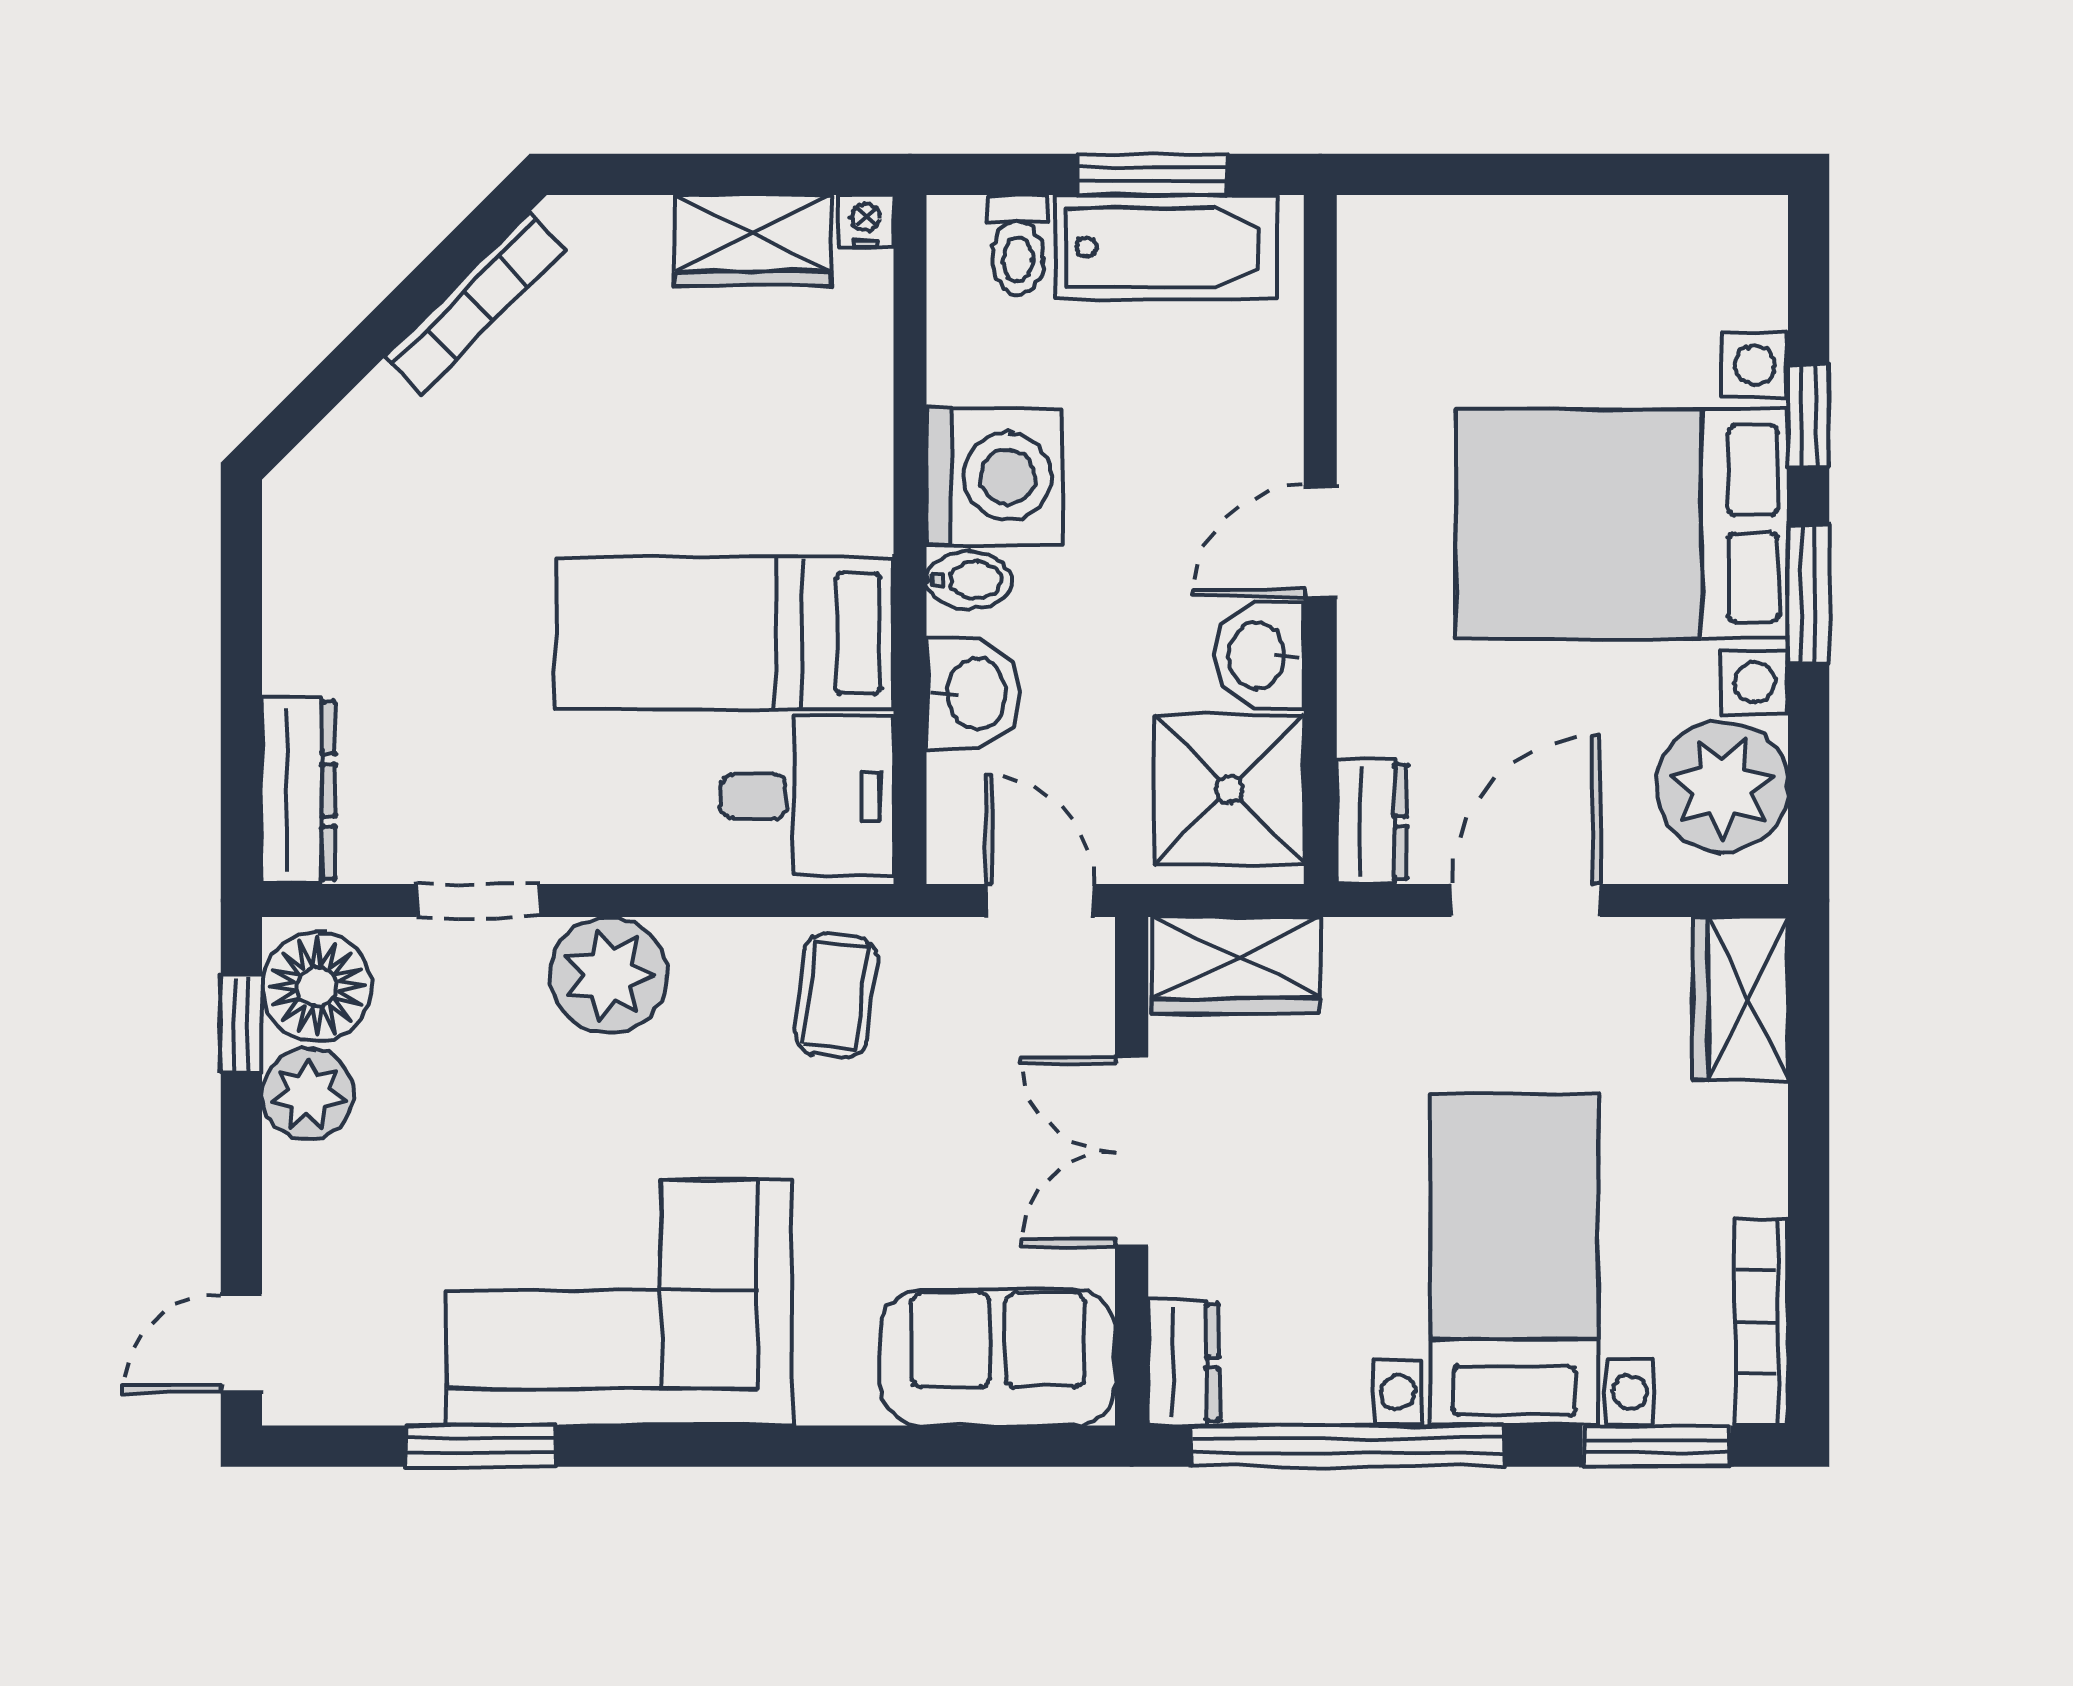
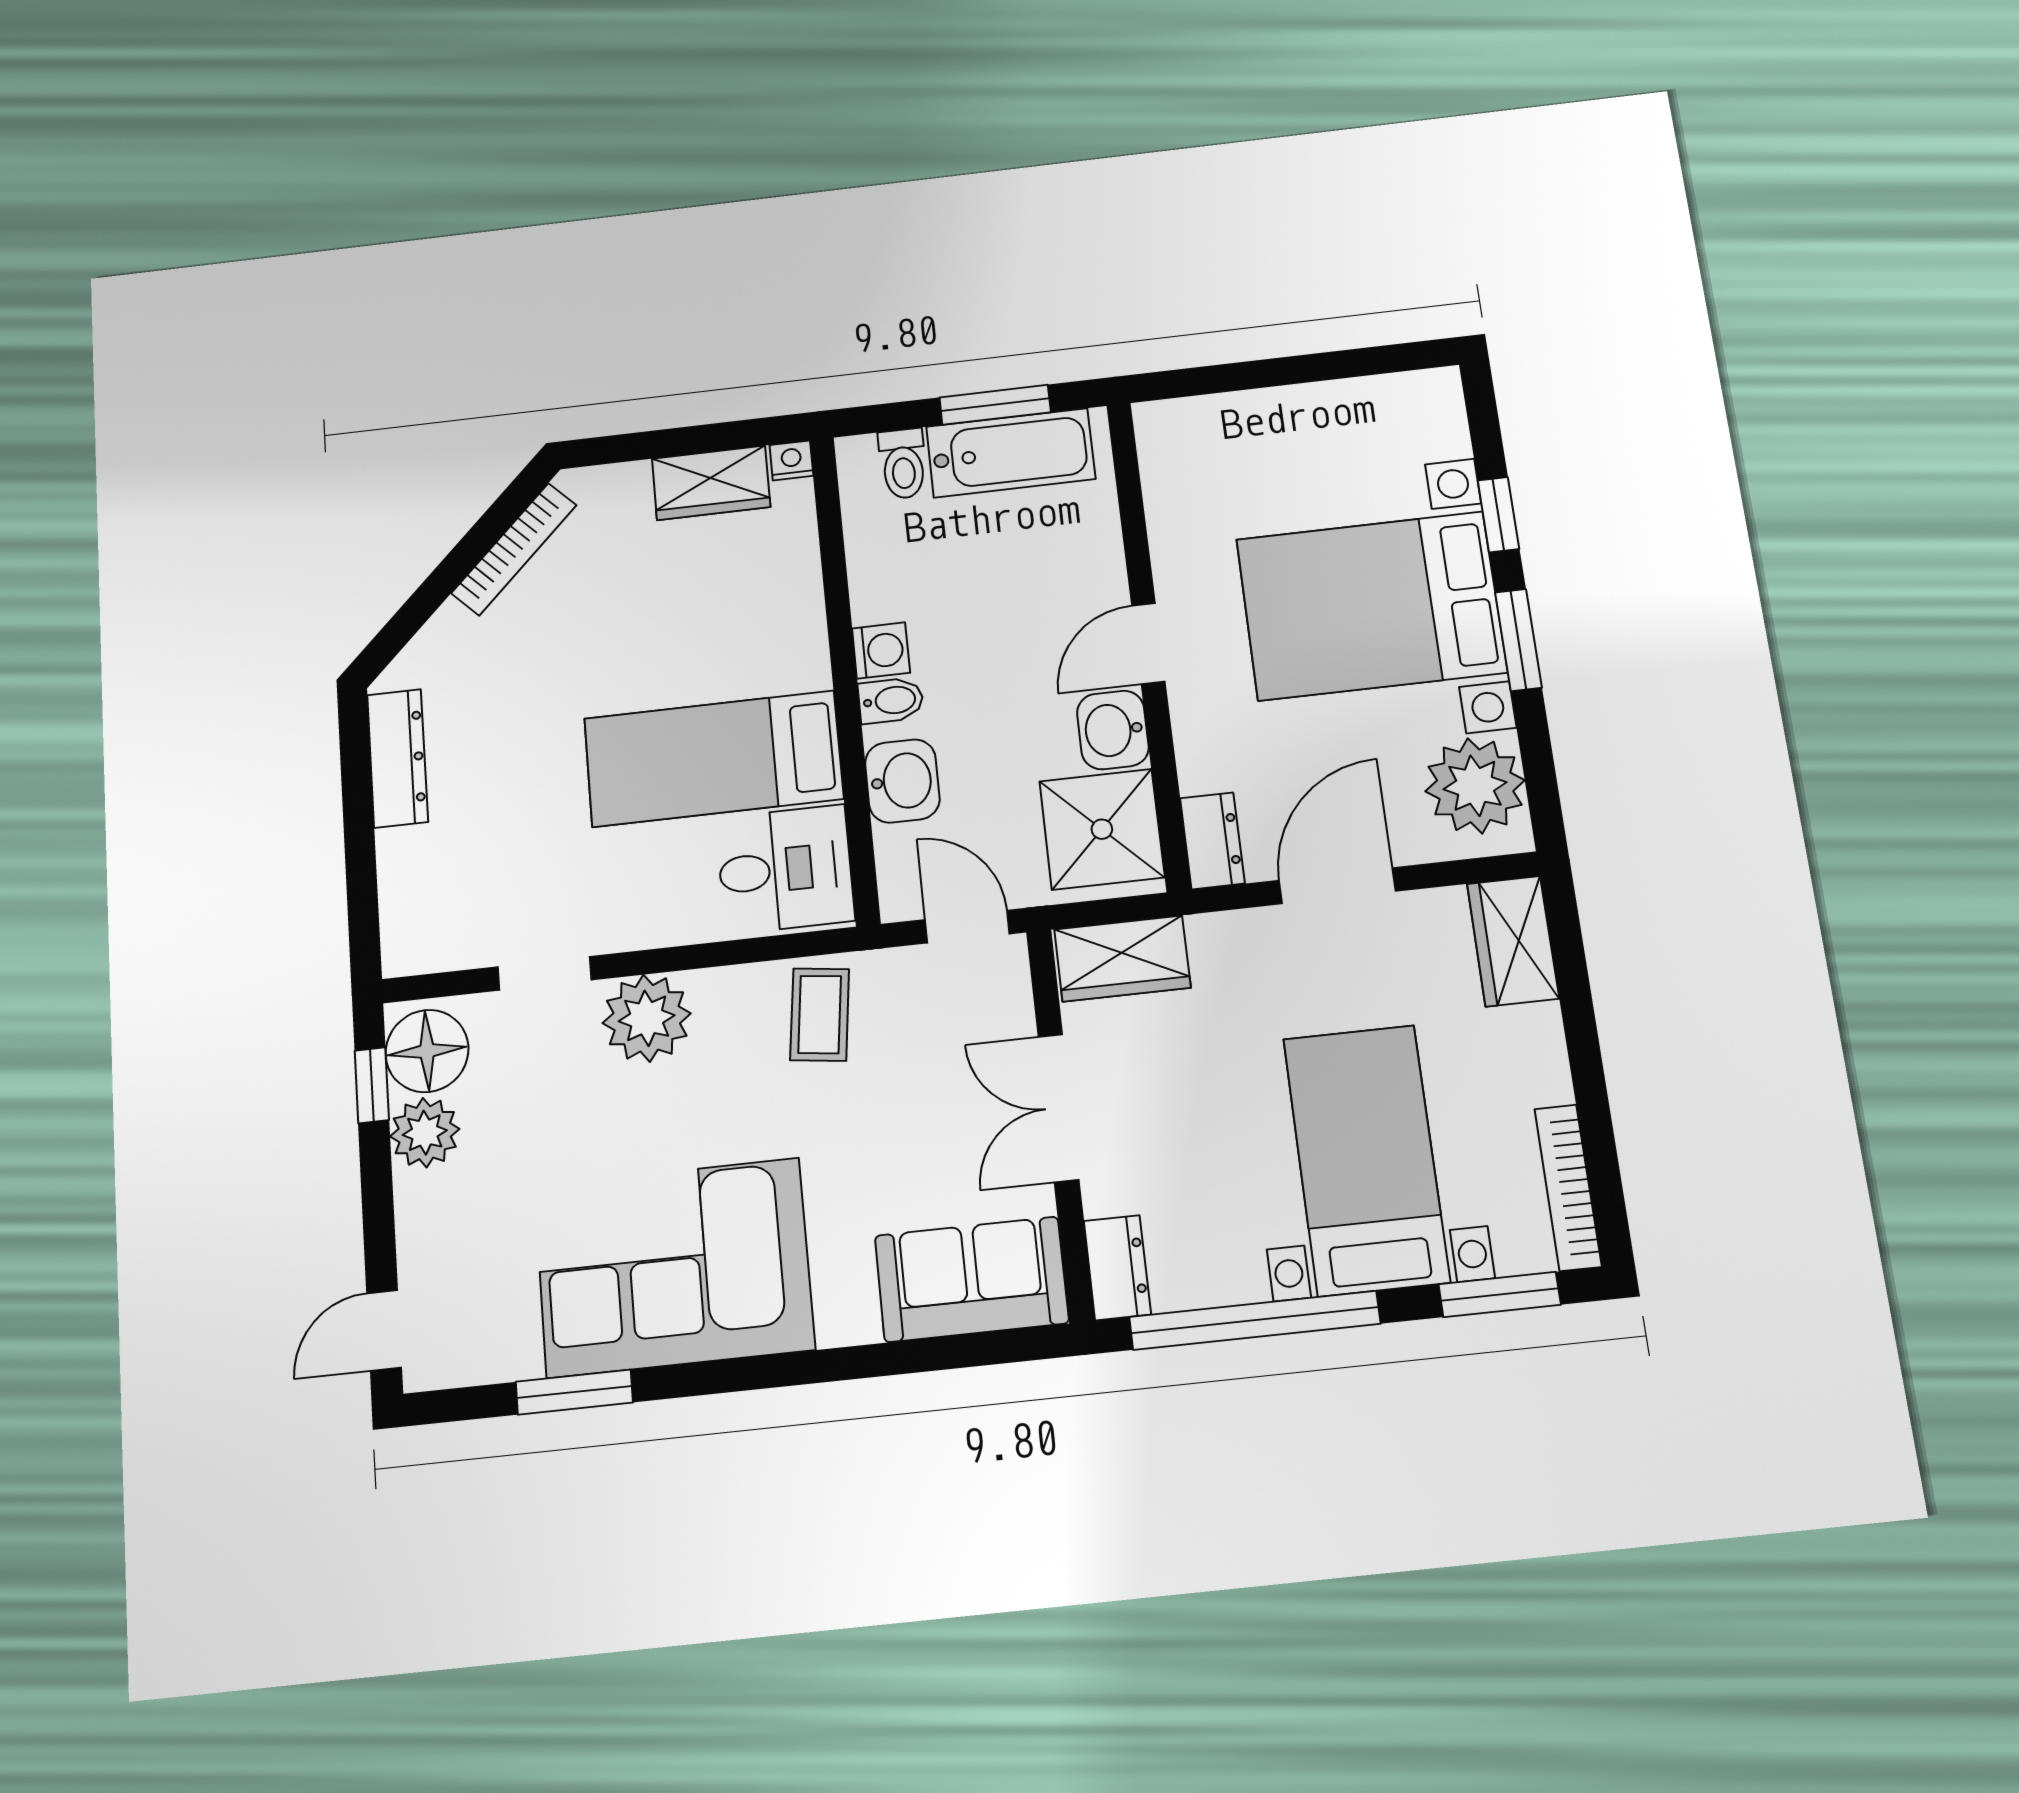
washing machine: (995, 477) -> (881, 650), width x0.53, depth x0.53
dresser: (299, 790) -> (398, 758), moved

